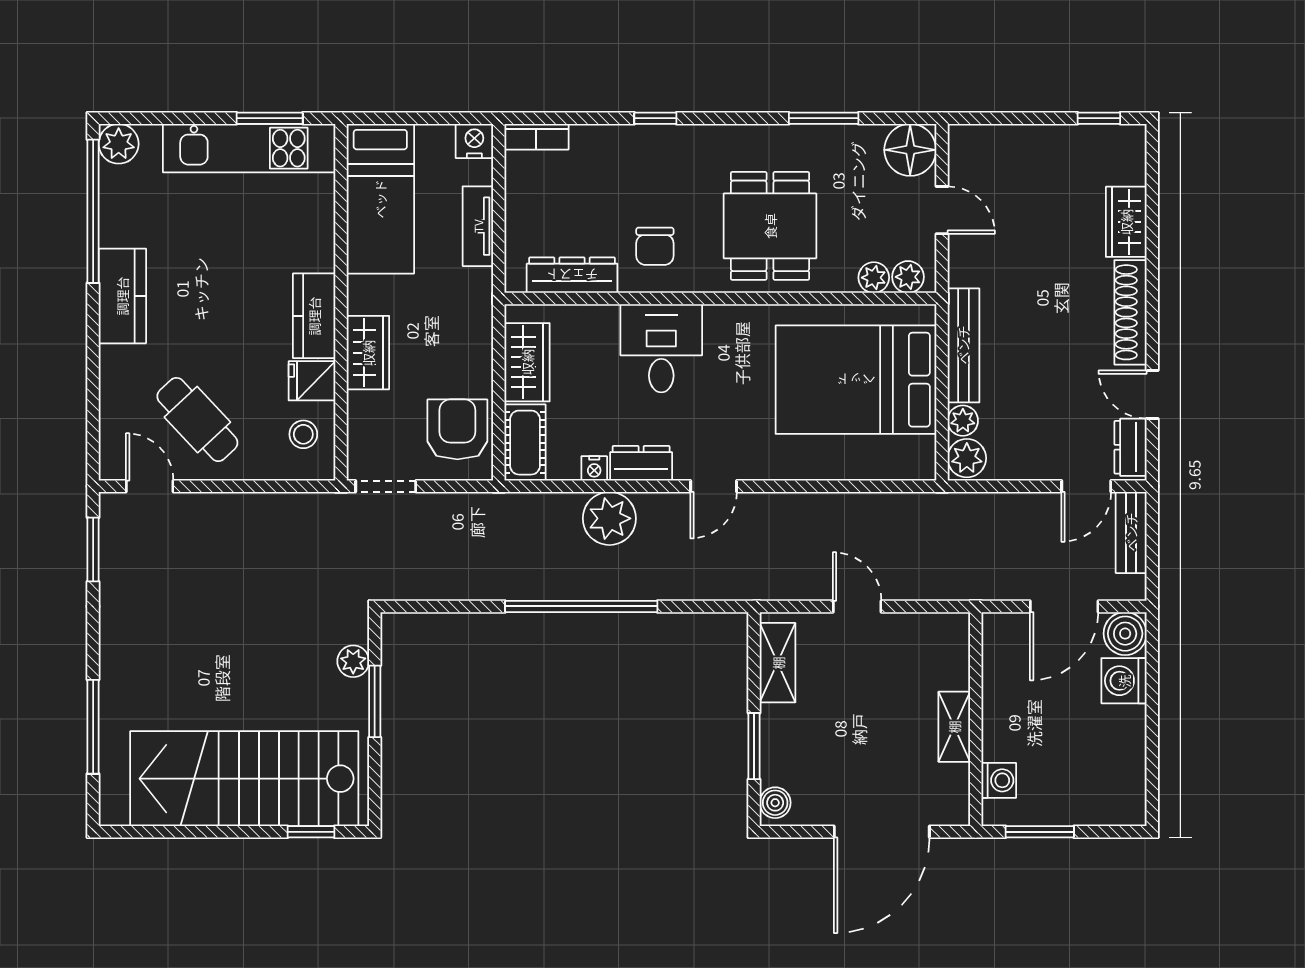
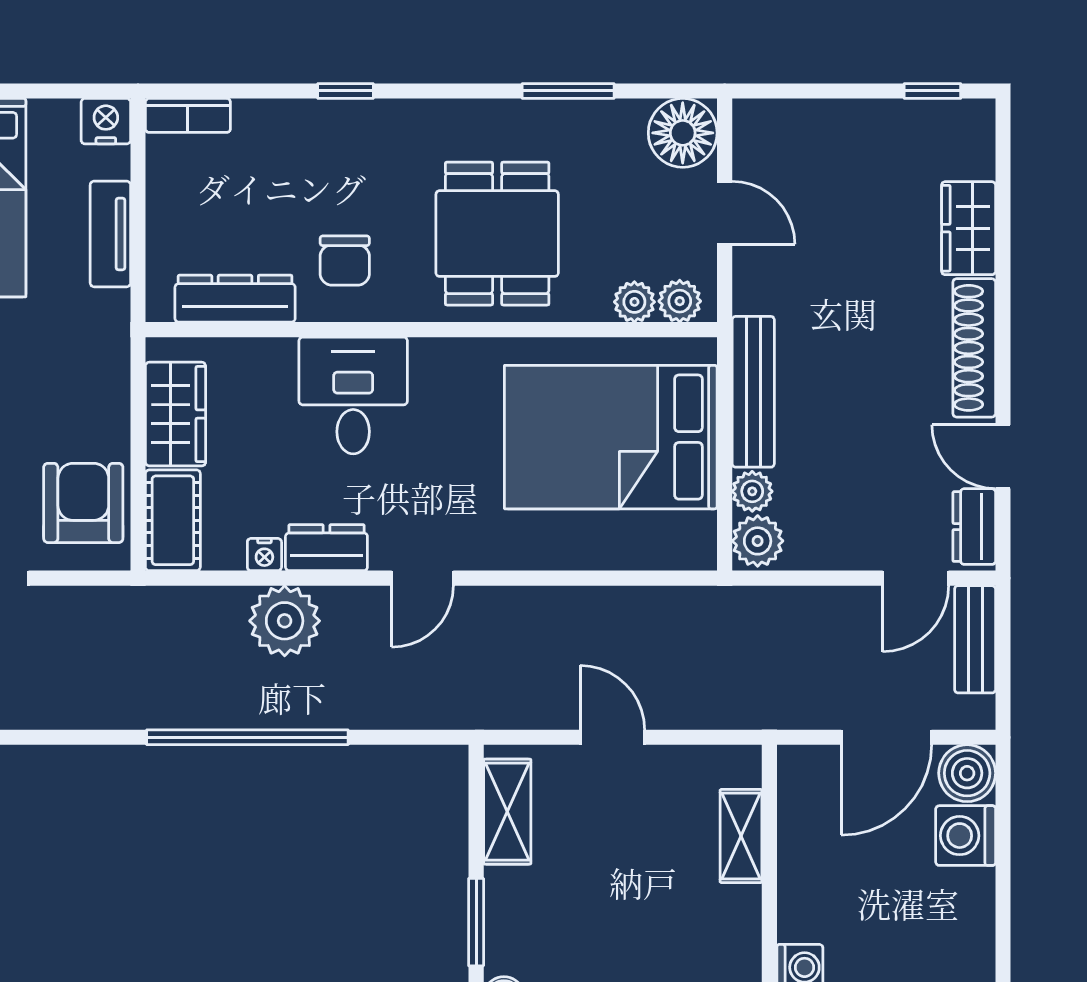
shelving: (954, 727) -> (741, 836), moved

